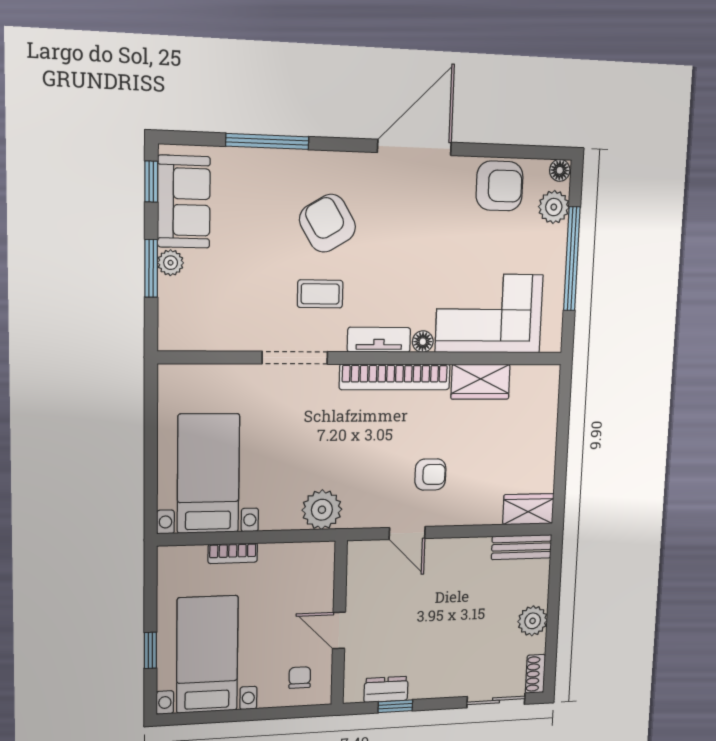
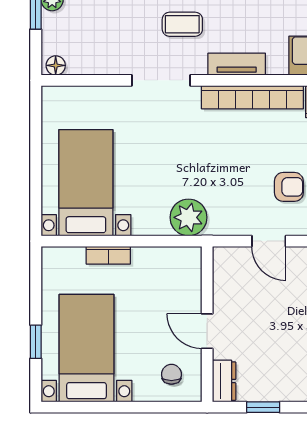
floor lamp: (423, 342) -> (56, 65), moved
dresser: (386, 689) -> (224, 381), moved, turned 90

